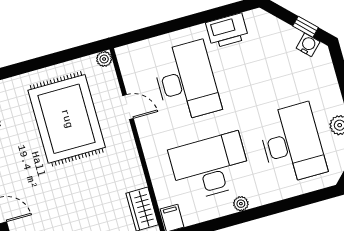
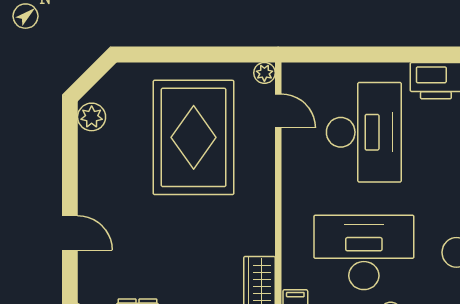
door: (128, 107) -> (278, 111), moved

